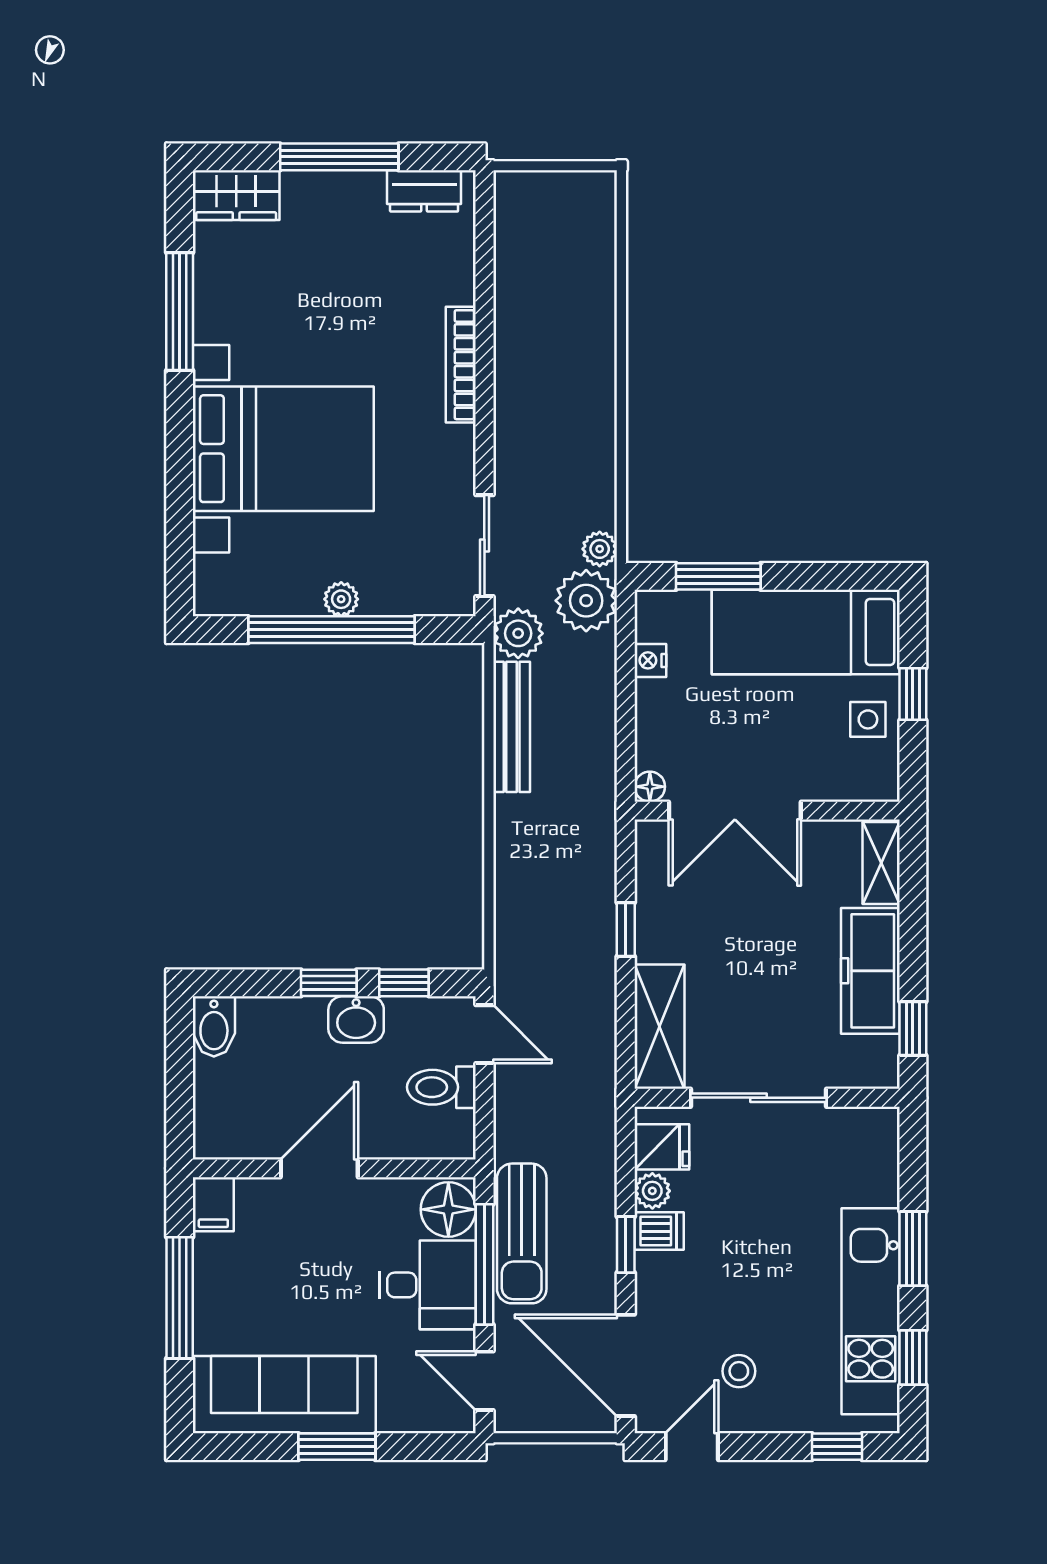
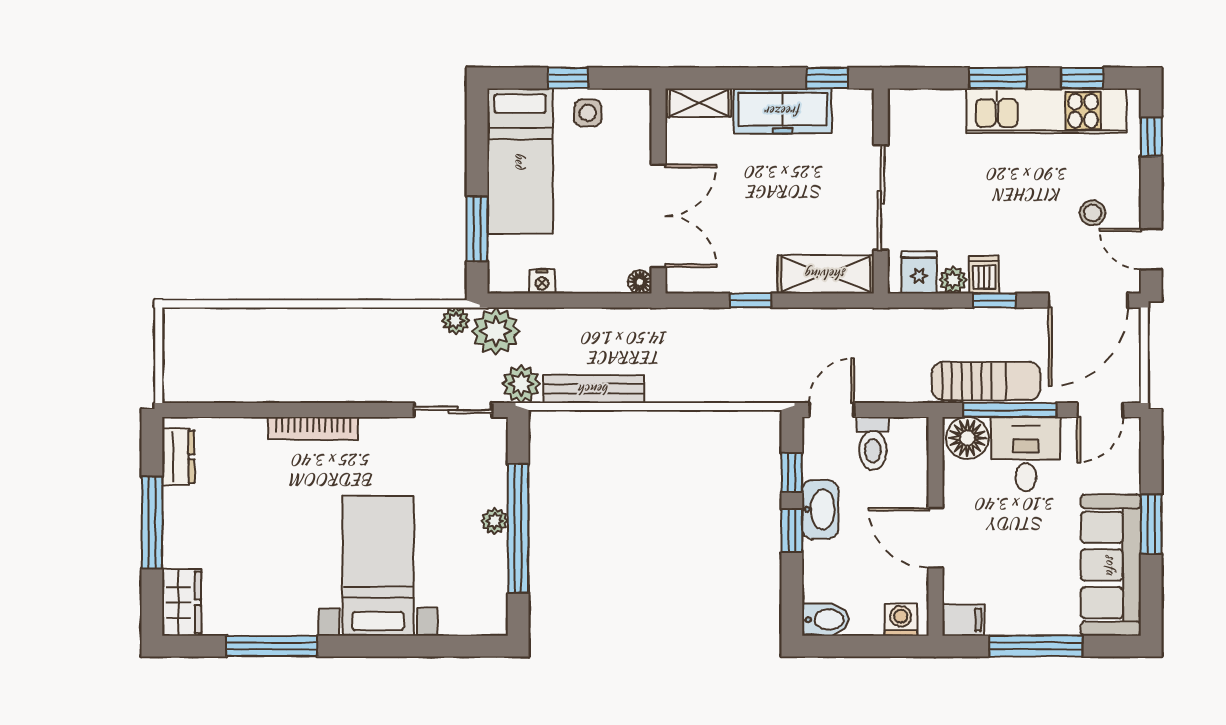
bed with nightstands: (283, 449) -> (378, 566), width x0.73
washbasin: (356, 1019) -> (820, 509), width x1.38
washing machine: (214, 1123) -> (901, 620), added

